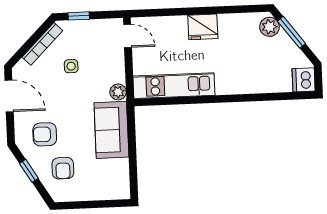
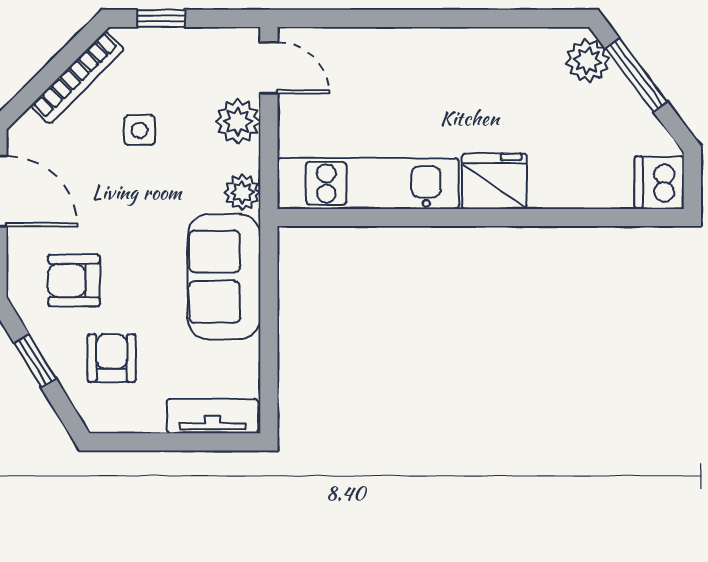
fridge: (203, 27) -> (494, 181), moved, turned 180
plant: (115, 60) -> (238, 121), added
armchair: (63, 168) -> (112, 358), turned 180
tv unit: (109, 192) -> (213, 416), added

